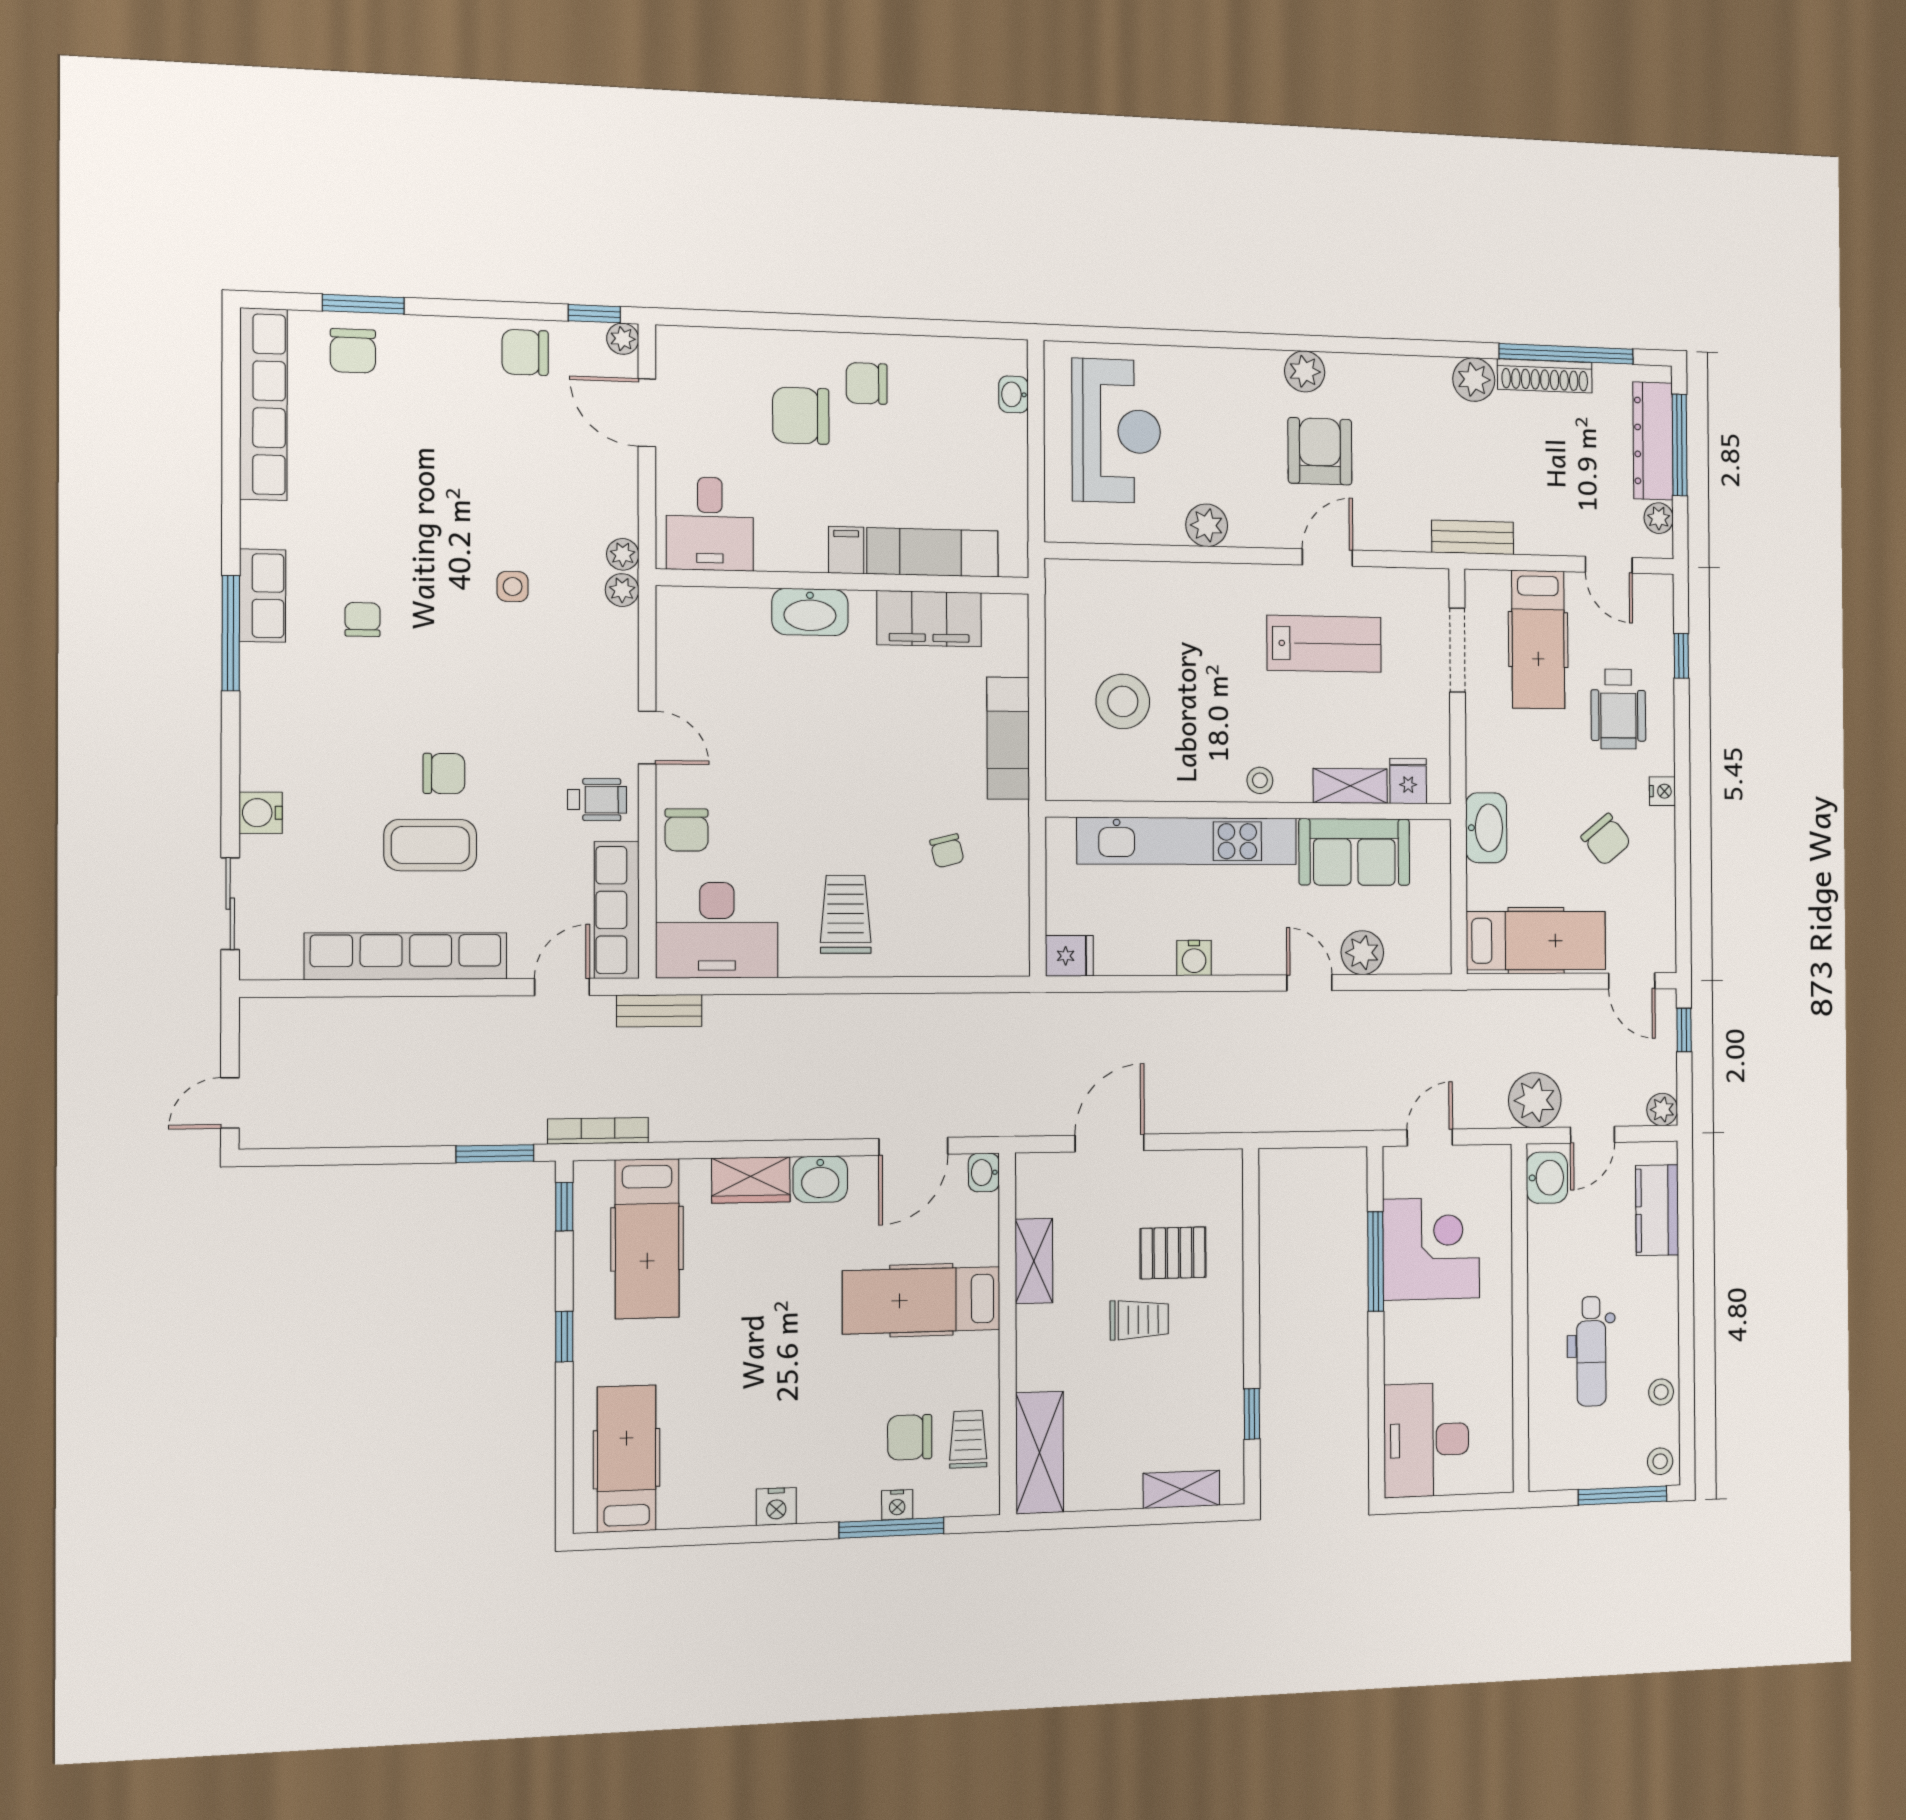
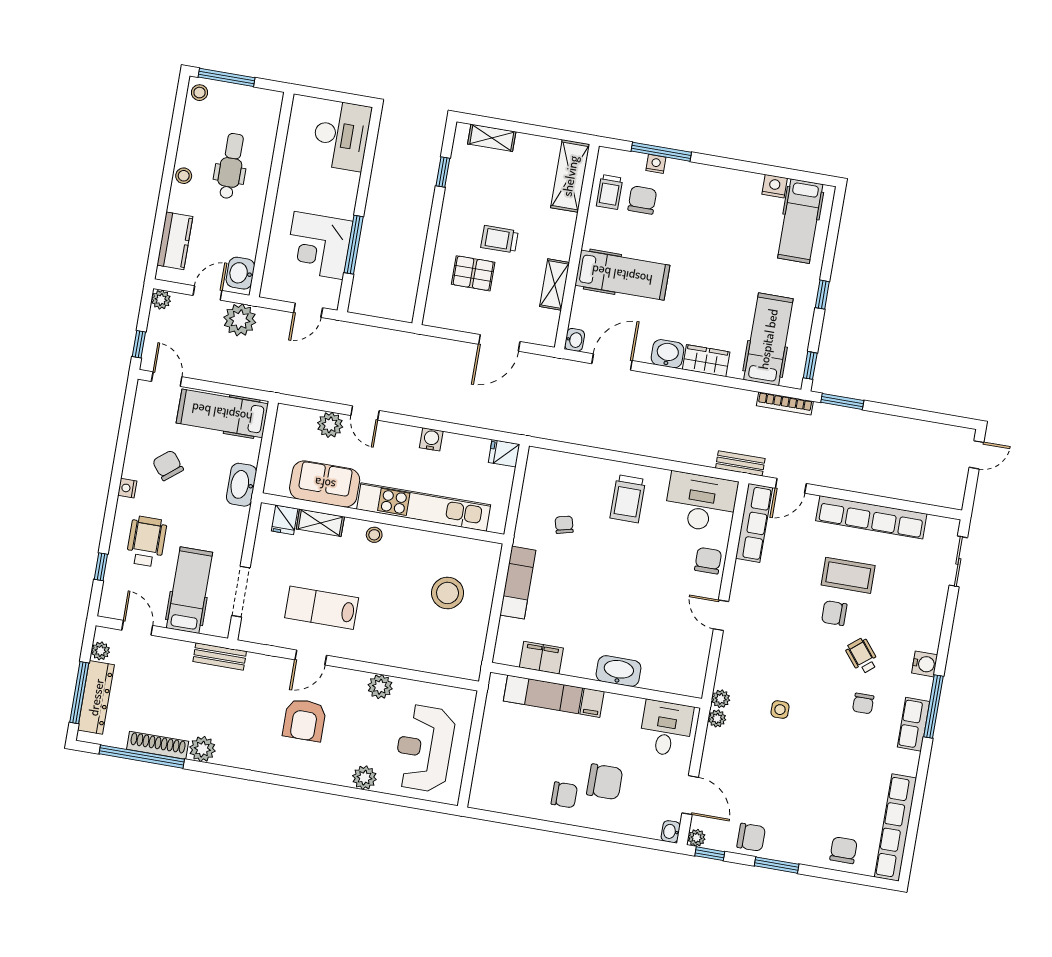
window: (363, 304) -> (777, 865), moved
plant: (1305, 371) -> (364, 778), moved
washbasin: (1014, 394) -> (671, 832), moved, turned 180
filing cabinet: (929, 619) -> (541, 658), width x0.67, depth x0.86
wheelchair: (597, 800) -> (862, 656), moved, turned 51
water cooler: (261, 813) -> (925, 664), moved
stool: (1661, 1392) -> (184, 176), moved
chair: (910, 1437) -> (642, 200), turned -90
nightstand: (776, 1506) -> (775, 186), moved

